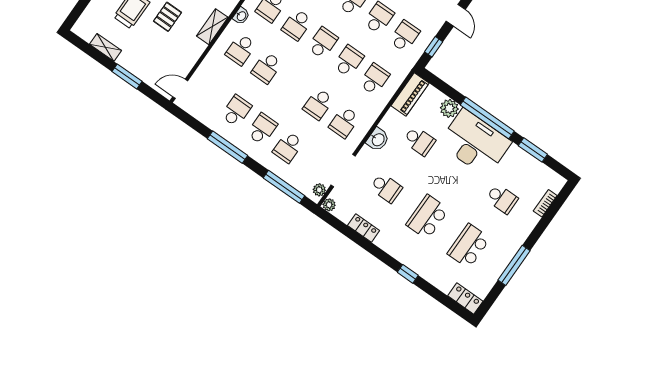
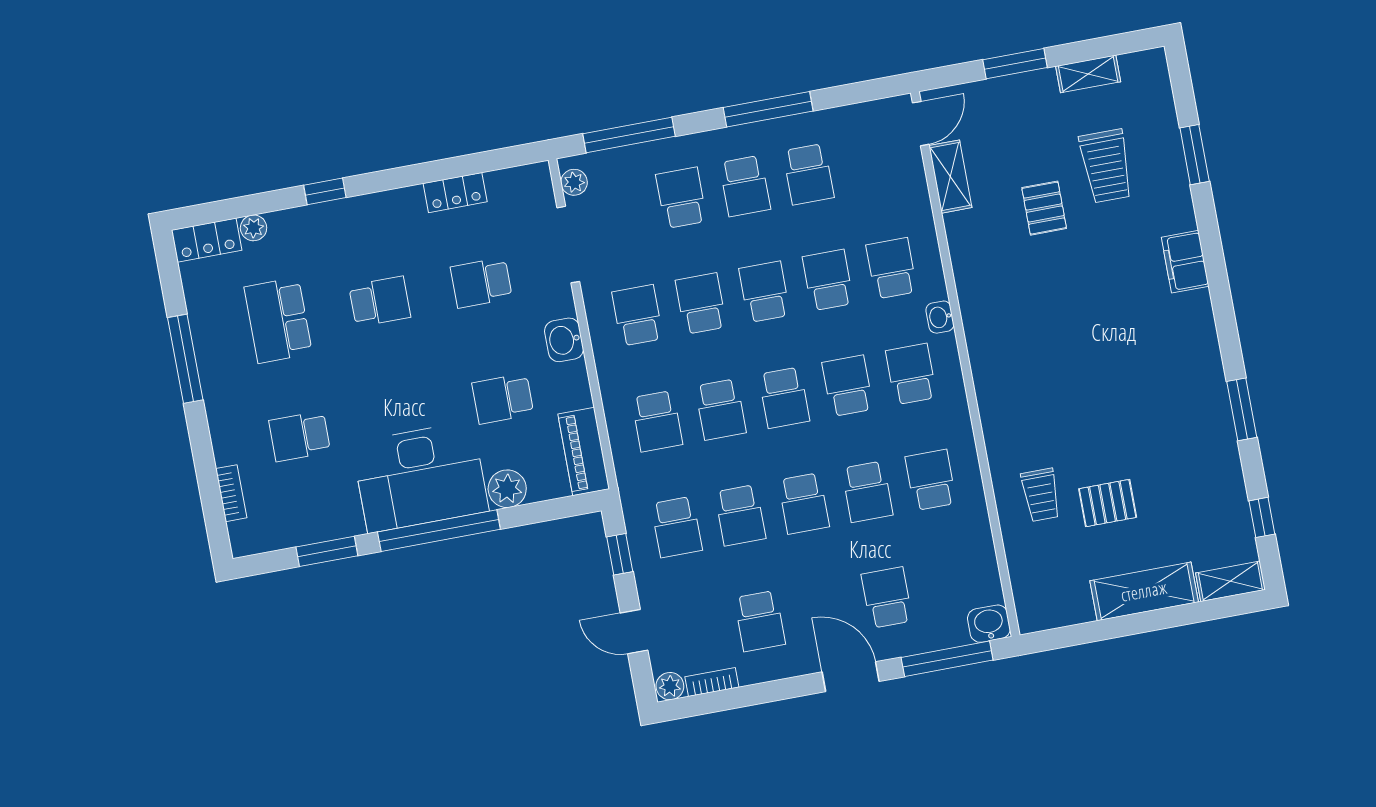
shelving: (212, 27) -> (950, 177), moved
school desk: (292, 86) -> (764, 292), added
plant: (329, 205) -> (254, 228), moved
school desk: (427, 217) -> (380, 301), width x0.54
school desk: (469, 246) -> (278, 320), turned 180

